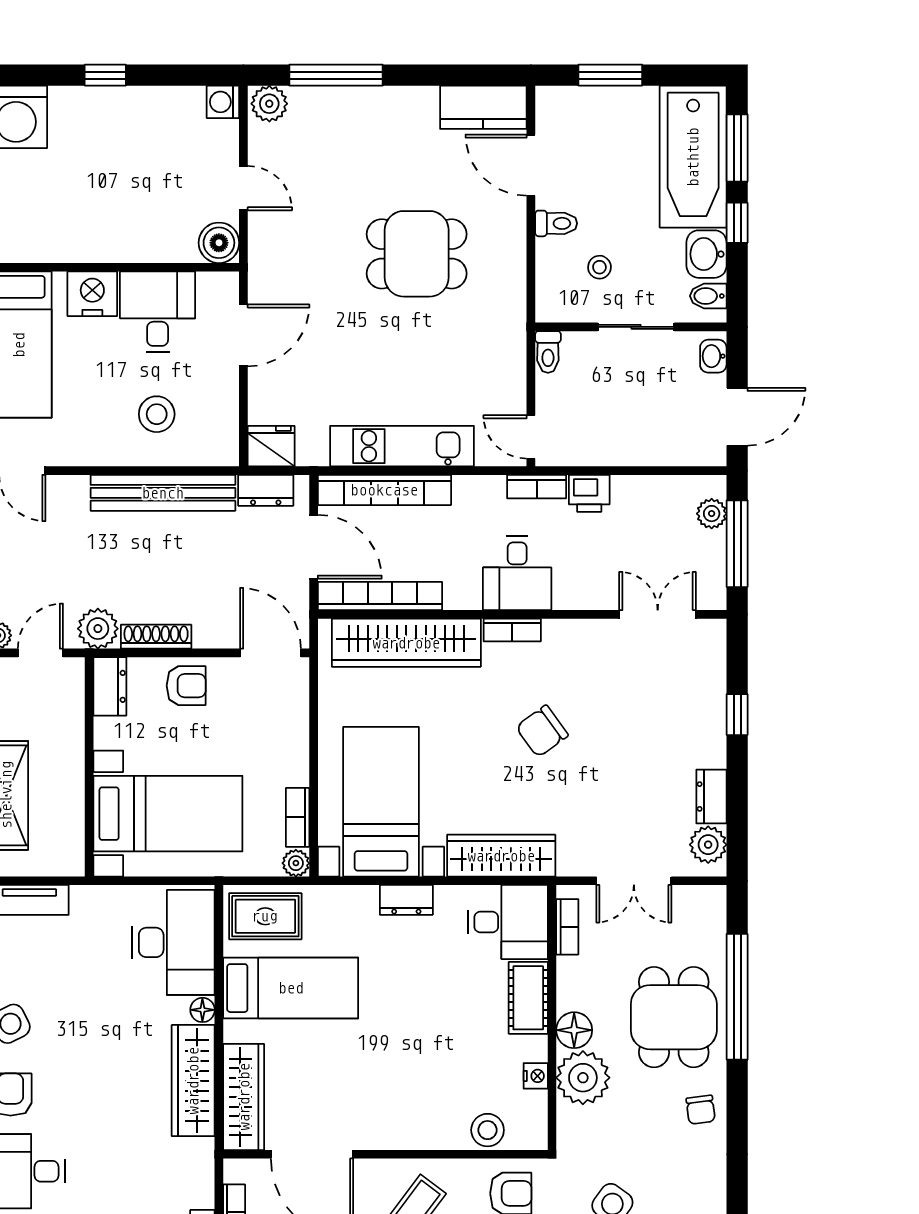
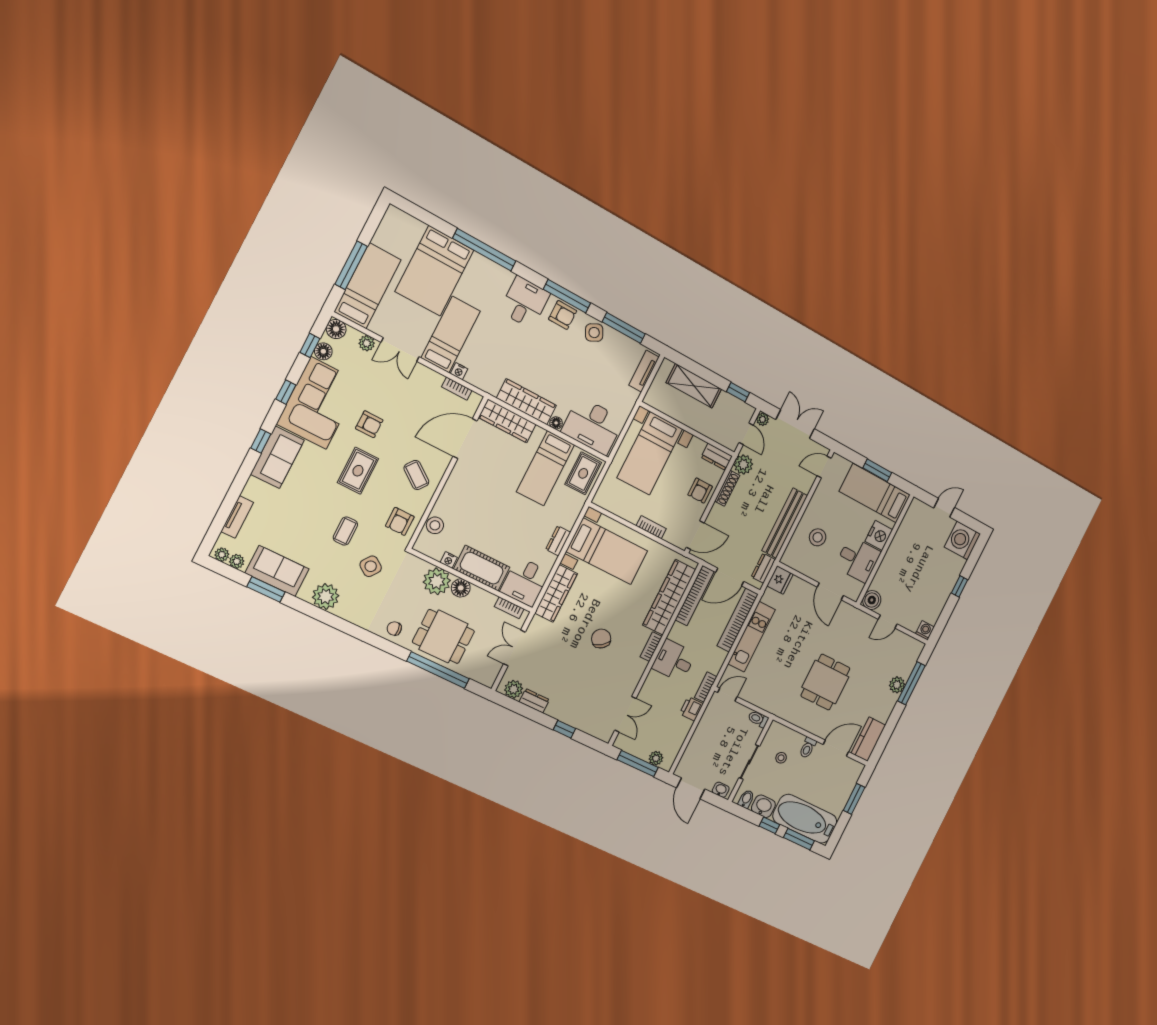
plant: (269, 104) -> (897, 685), moved
bookcase: (298, 817) -> (651, 527), moved
plant: (296, 863) -> (599, 499), removed
cot: (528, 998) -> (482, 568), width x1.37, depth x1.34

